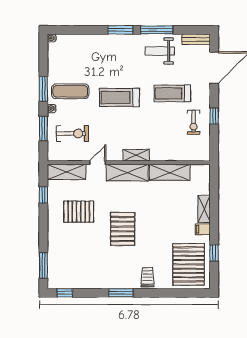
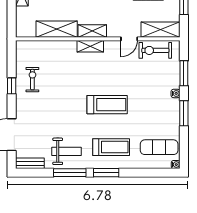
exercise mat: (70, 91) -> (159, 147), moved
treadmill: (172, 93) -> (111, 147), moved
exercise bike: (72, 133) -> (155, 50), moved
shelving: (127, 173) -> (92, 31), width x0.67, depth x0.75

